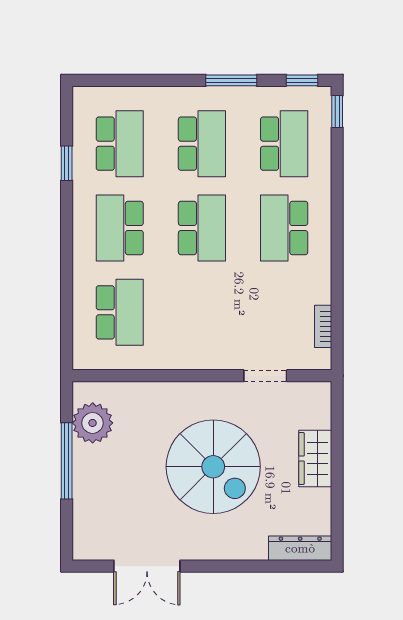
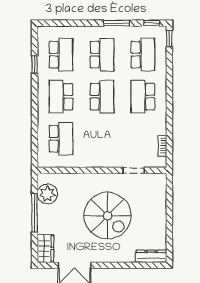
wardrobe: (315, 458) -> (45, 248), moved, turned 180

